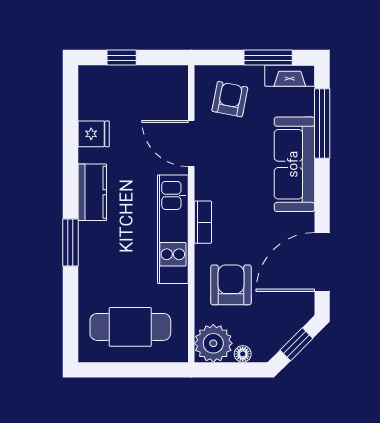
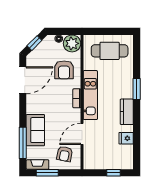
door: (191, 143) -> (82, 134), swing flipped
sofa: (294, 164) -> (35, 130), width x0.73

